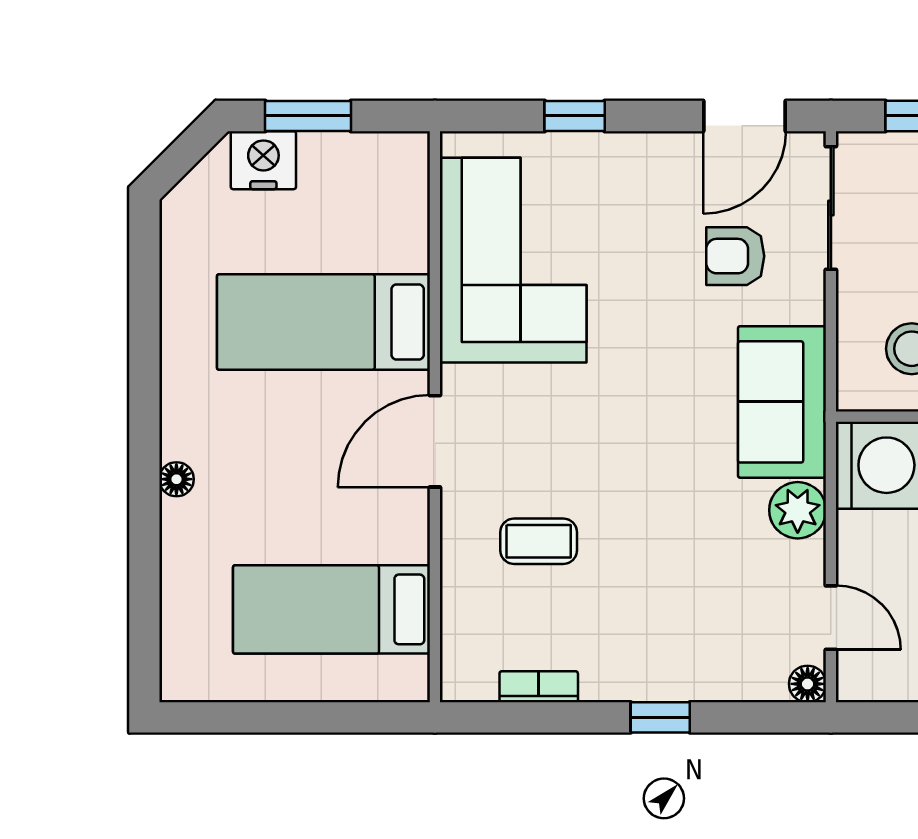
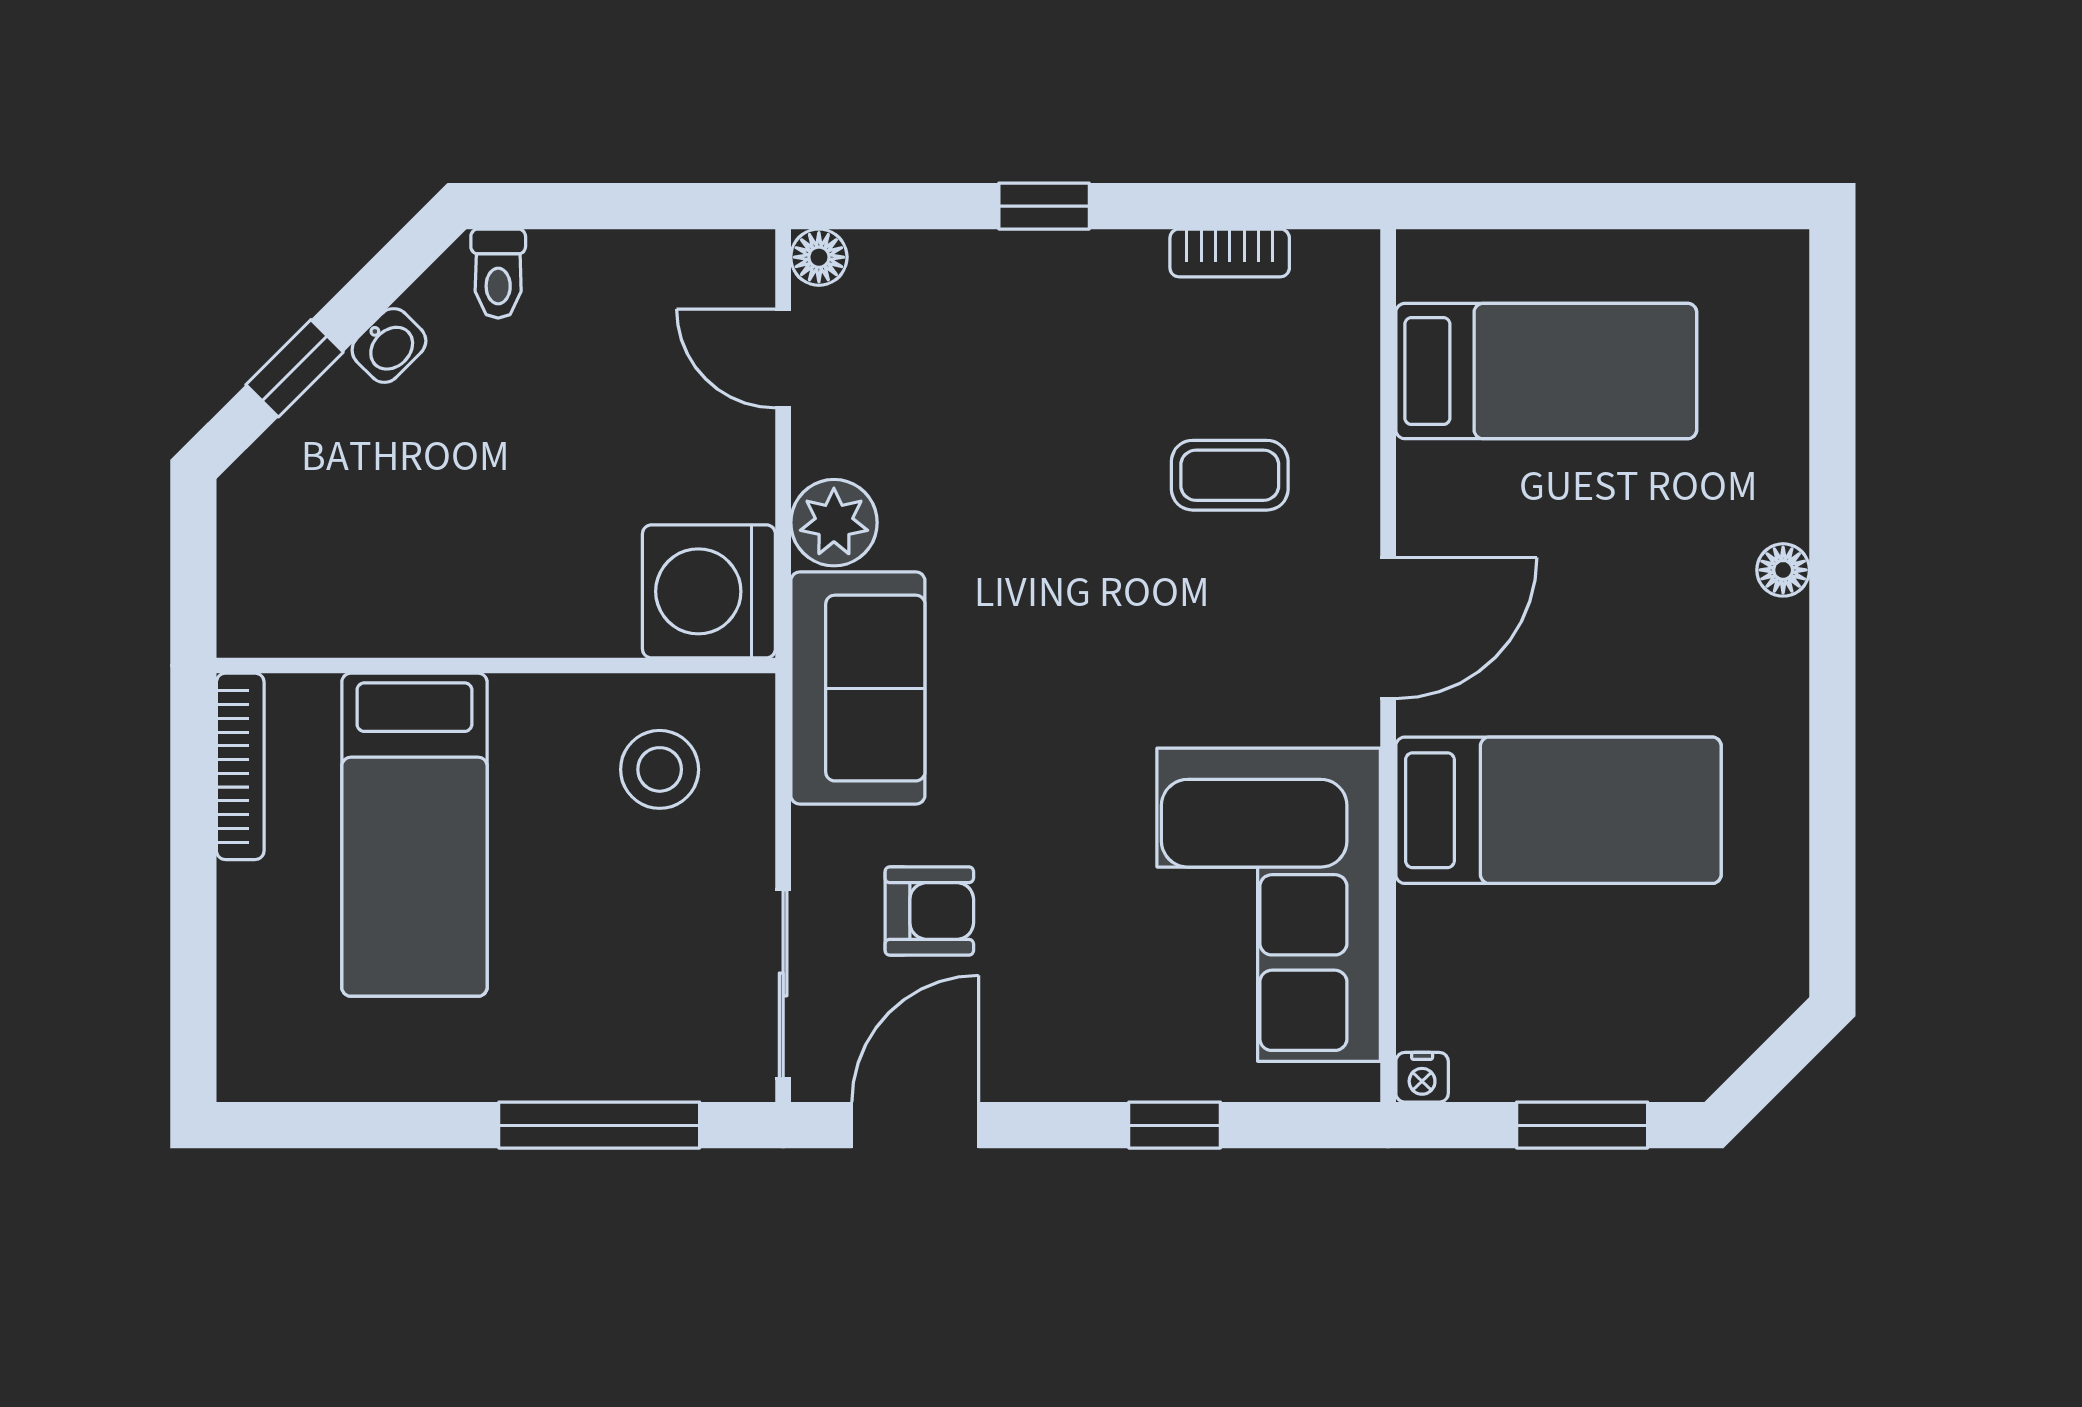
nightstand: (263, 160) -> (1422, 1077), moved, width x0.53, depth x0.56

